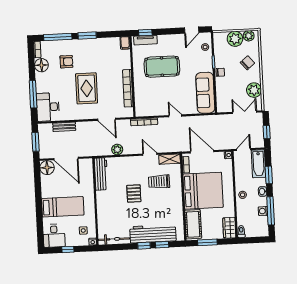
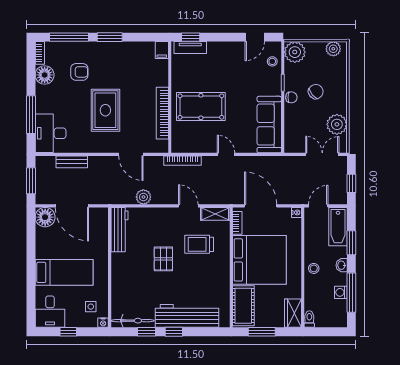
plant: (235, 39) -> (295, 52), moved
chair: (247, 63) -> (316, 92), moved
pool table: (162, 67) -> (201, 107), moved
window: (162, 245) -> (147, 332), moved

